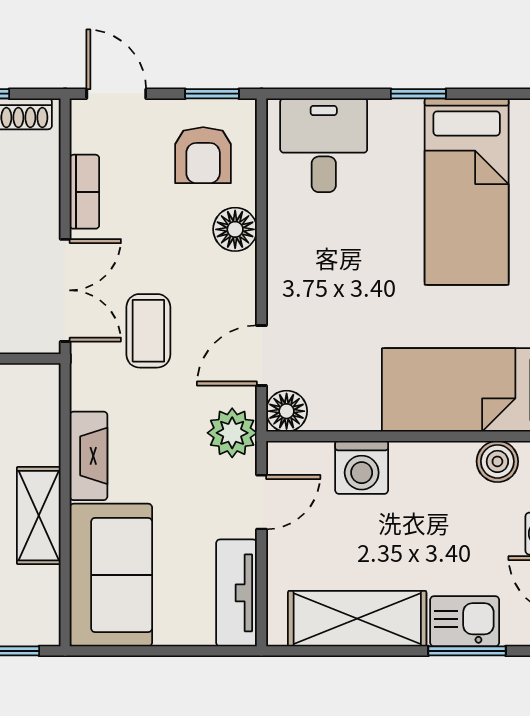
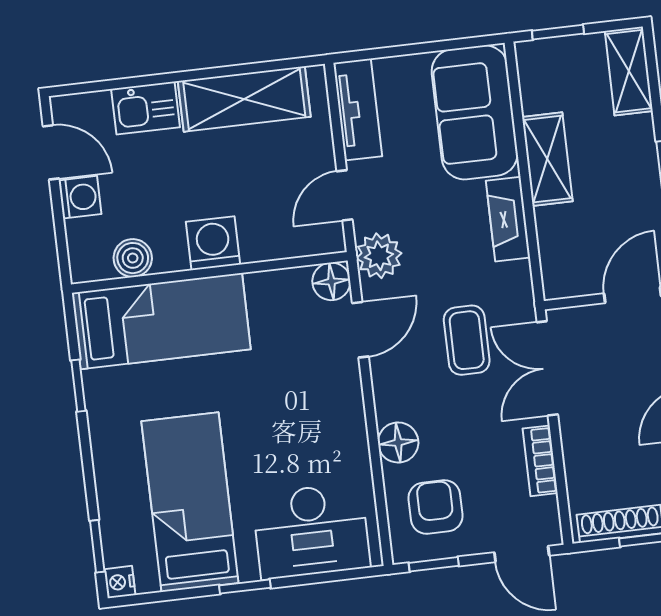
desk: (324, 145) -> (311, 531), width x1.37
washing machine: (362, 467) -> (213, 243), moved
window: (467, 651) -> (140, 81), removed

